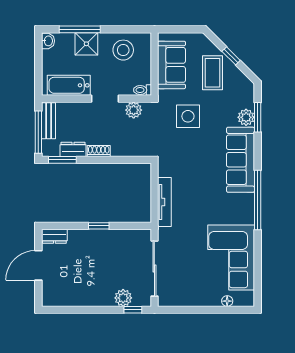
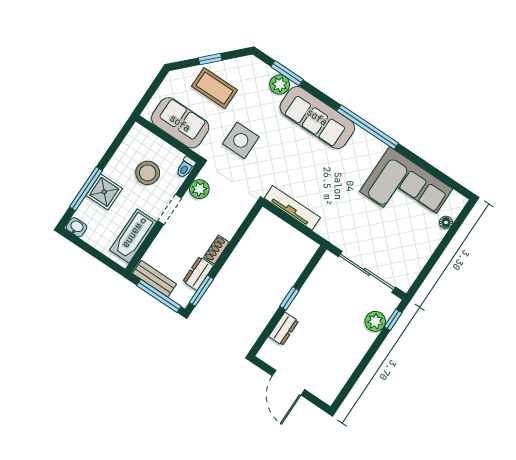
stool: (123, 50) -> (148, 173), moved
tv unit: (164, 202) -> (292, 208), moved
dresser: (54, 236) -> (284, 329), moved

